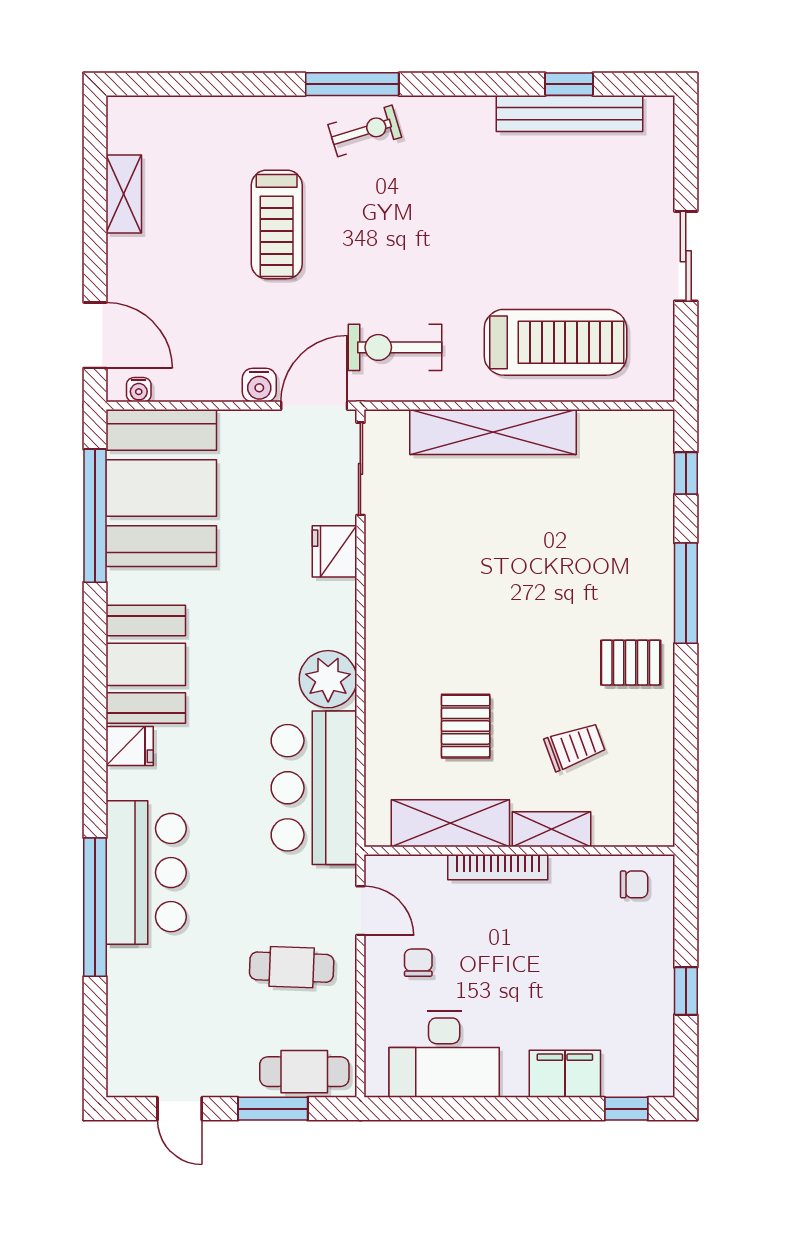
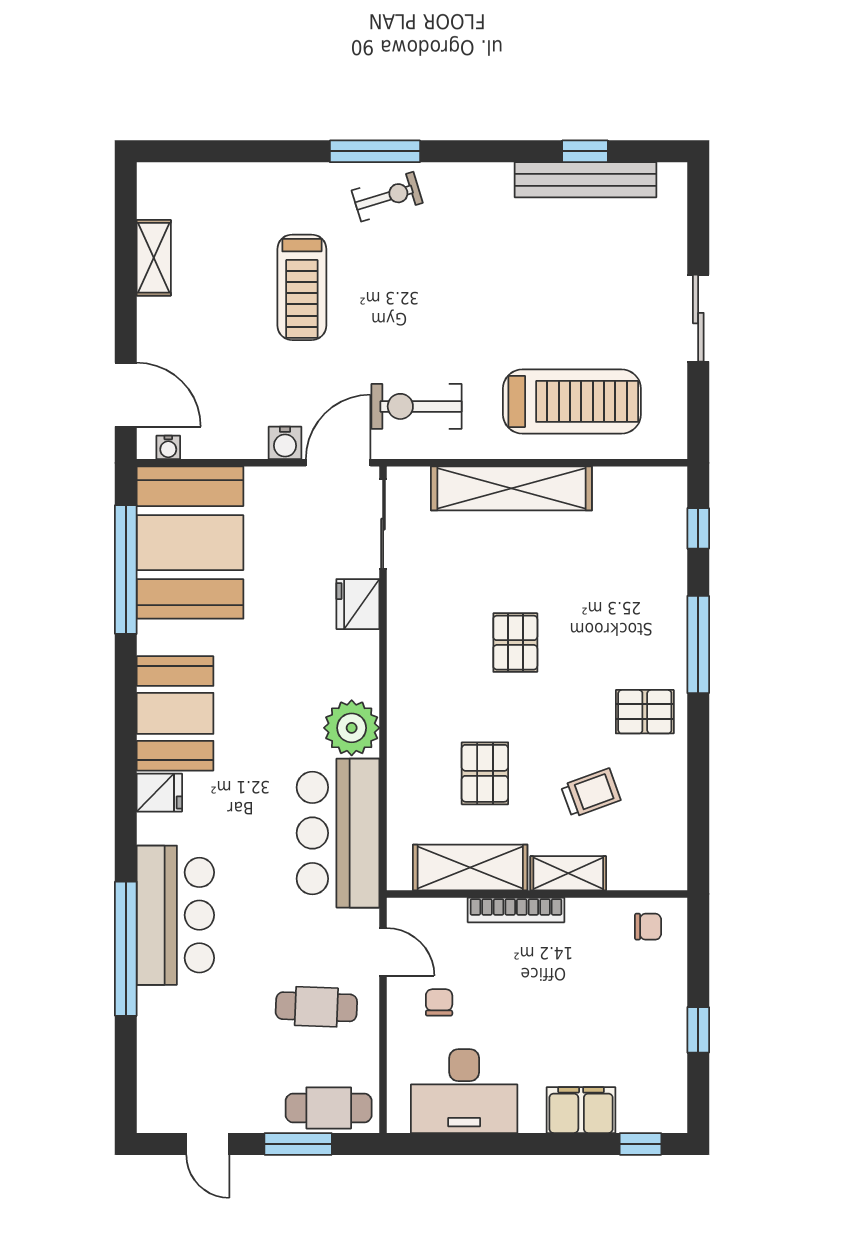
pallet: (497, 591) -> (515, 643), added

